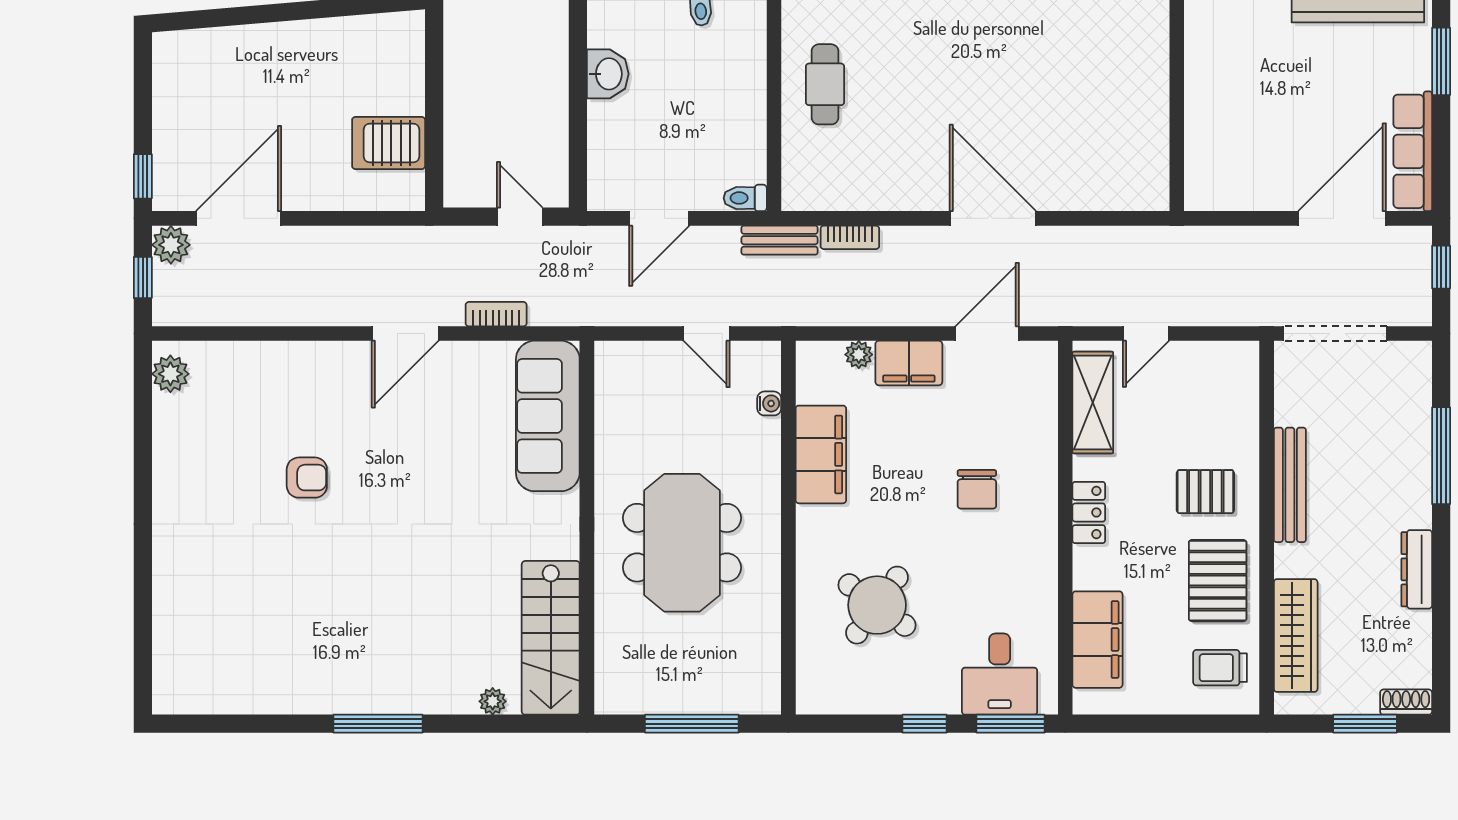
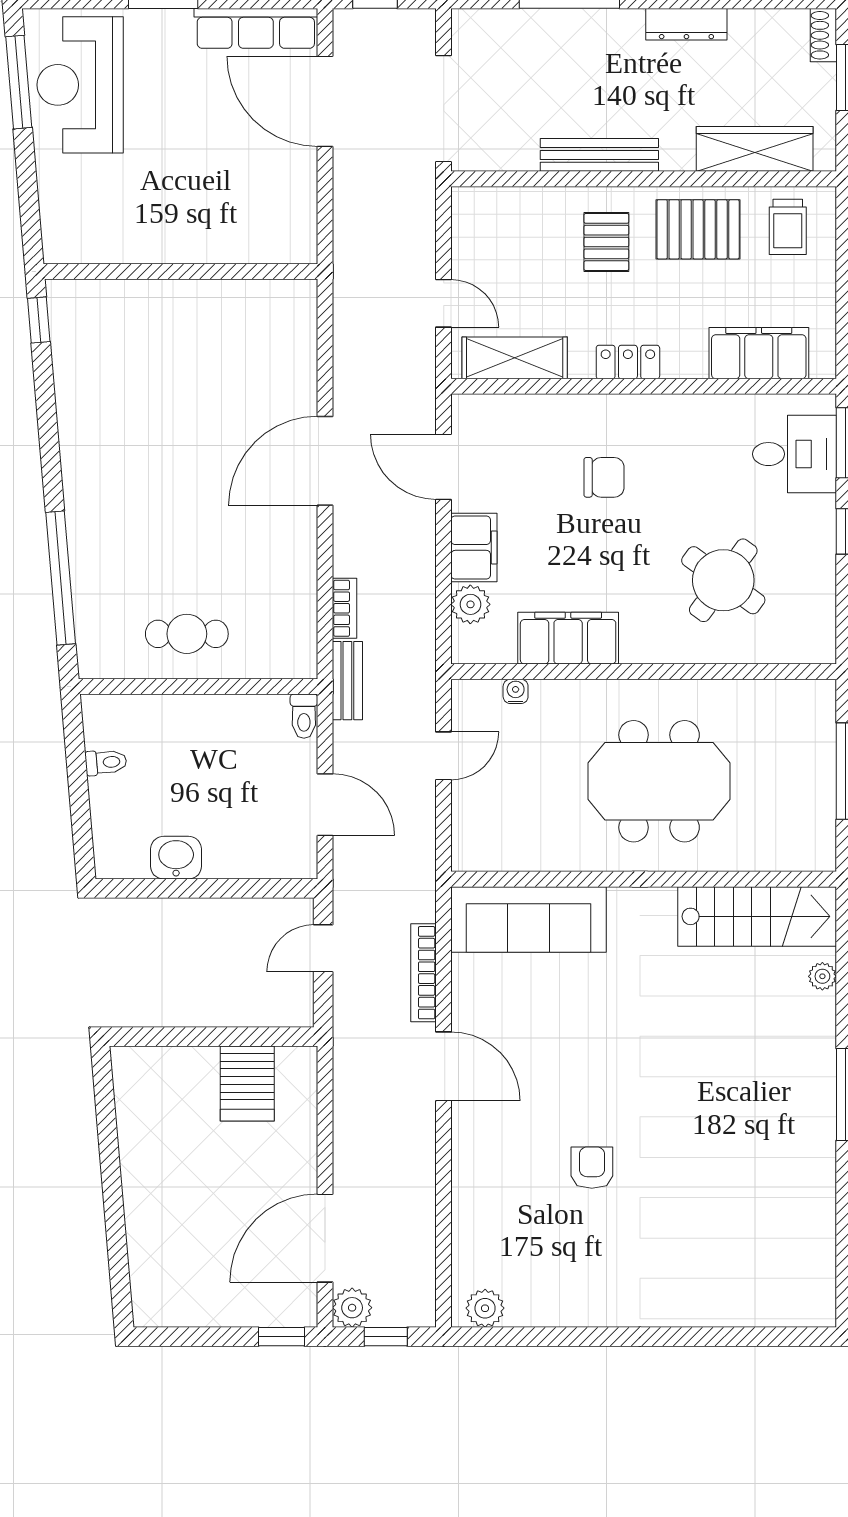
door: (239, 218) -> (325, 1238), hinge flipped
bookcase: (496, 314) -> (424, 973), width x1.56
plant: (859, 355) -> (470, 604), width x1.38, depth x1.38

